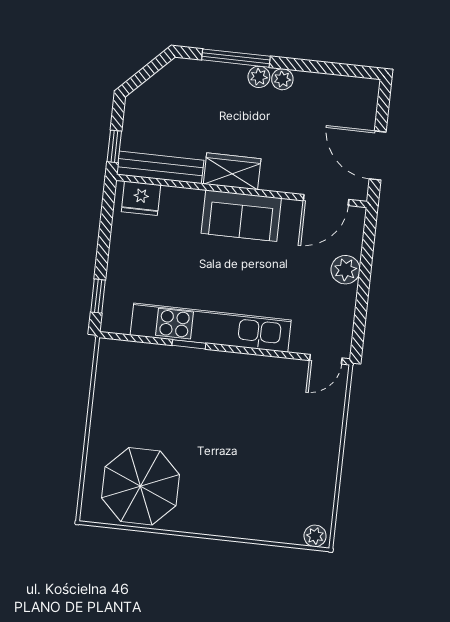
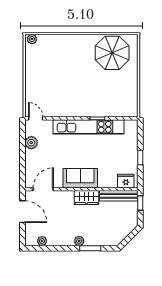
window: (236, 58) -> (90, 248), width x0.69
plant: (282, 79) -> (42, 241), moved
plant: (345, 270) -> (31, 143), moved
window: (98, 296) -> (140, 158), moved
door: (326, 359) -> (36, 118), hinge flipped

